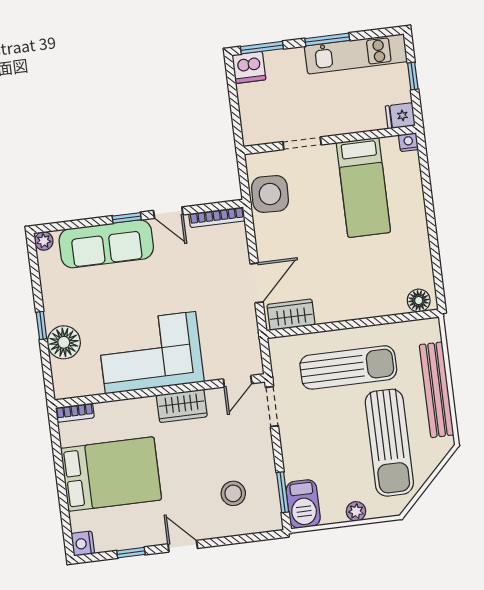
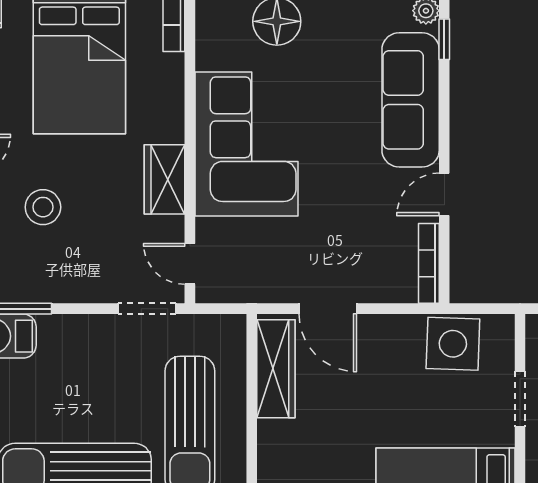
window: (127, 218) -> (444, 39), moved
wardrobe: (291, 315) -> (276, 369), width x1.50
stool: (233, 493) -> (43, 207), moved

